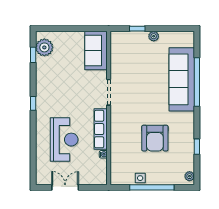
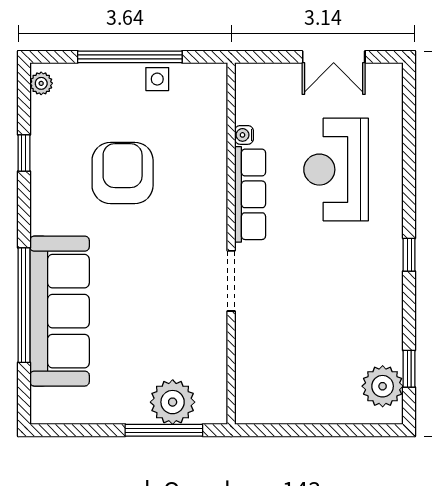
window: (137, 29) -> (164, 430), width x2.17
plant: (154, 36) -> (173, 402), moved, width x1.88, depth x1.88
sofa: (96, 50) -> (261, 379), removed

